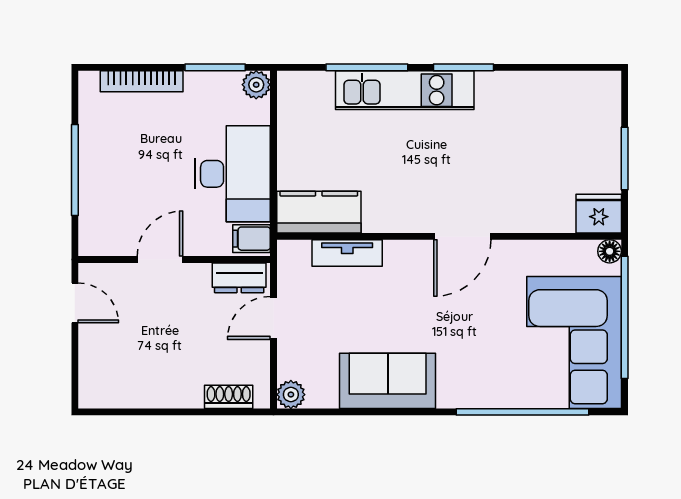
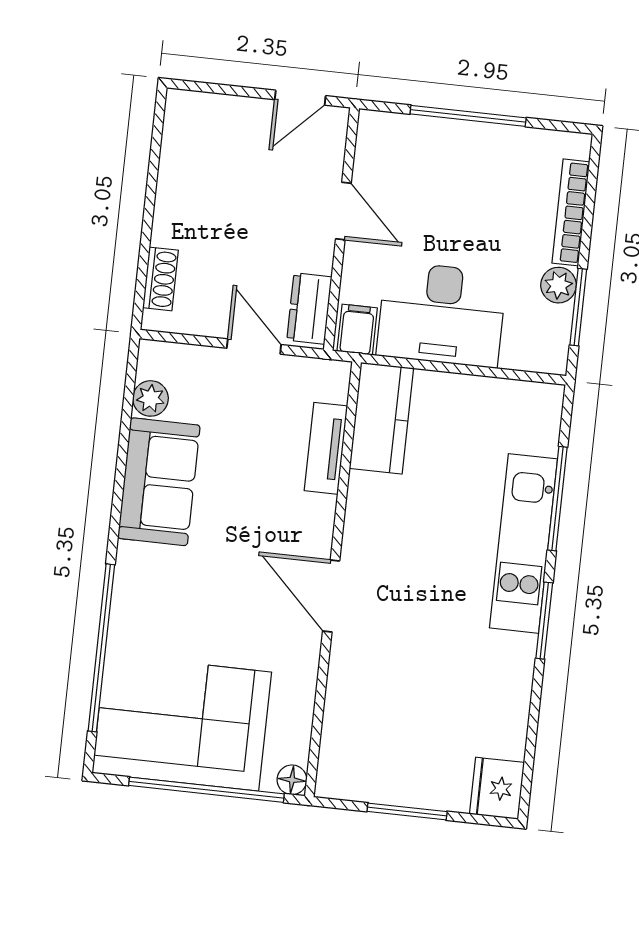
plant: (256, 85) -> (559, 285), moved
fridge: (599, 214) -> (497, 788), moved, turned 180
plant: (291, 395) -> (151, 398), moved

